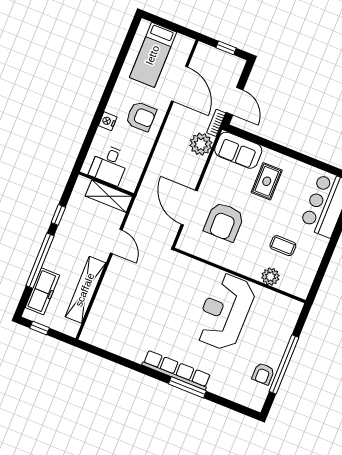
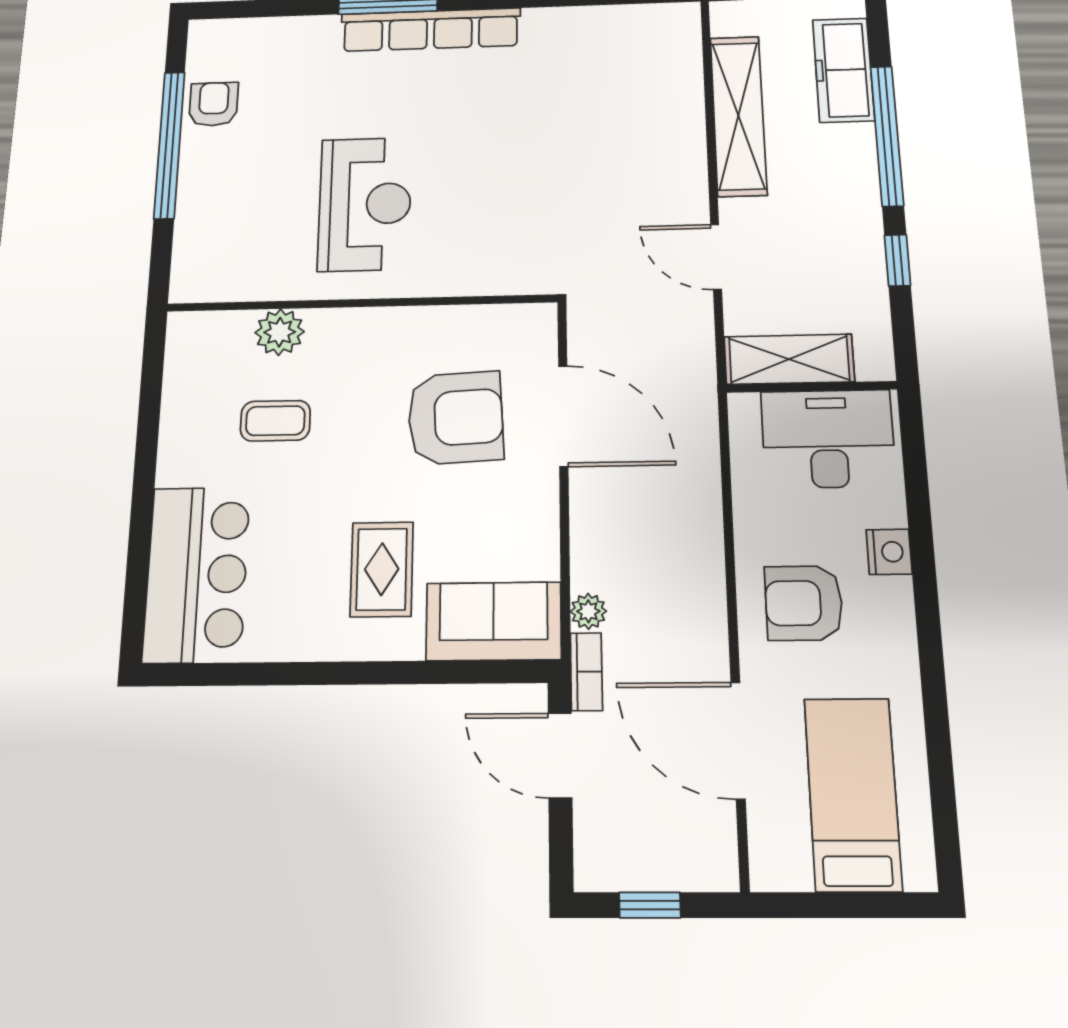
plant: (201, 144) -> (588, 611), width x0.53, depth x0.53
desk: (109, 165) -> (828, 439), width x1.37
armchair: (224, 222) -> (455, 418), turned 87
reception desk: (225, 312) -> (365, 204), width x0.74, depth x0.77

